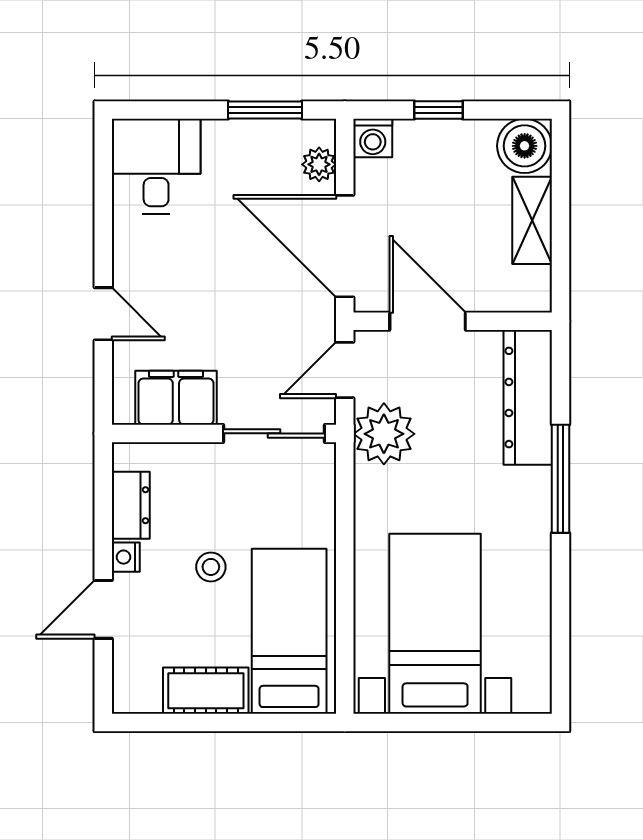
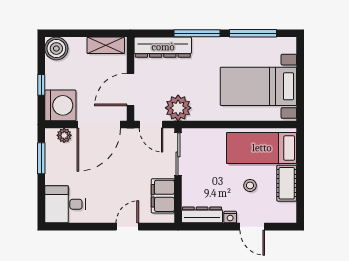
washing machine: (373, 138) -> (60, 105), width x1.89, depth x1.89
shelving: (532, 220) -> (106, 45), moved
dresser: (131, 505) -> (202, 215), width x1.44
stool: (211, 567) -> (250, 185), moved
window: (560, 611) -> (253, 33), added

